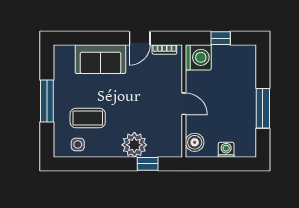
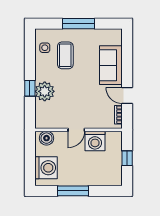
washing machine: (198, 57) -> (95, 141), moved
washing machine: (226, 150) -> (46, 168), width x1.89, depth x1.89
window: (148, 164) -> (30, 88), moved

